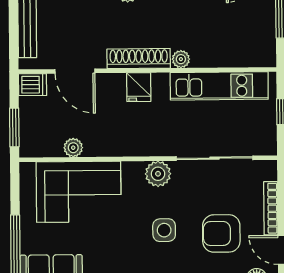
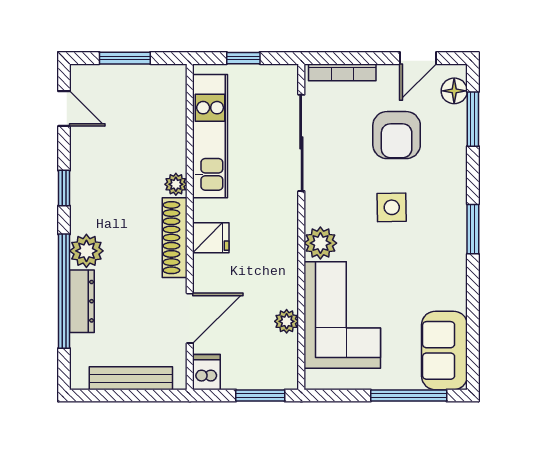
plant: (158, 174) -> (320, 243), moved
bookcase: (271, 208) -> (342, 72), moved

